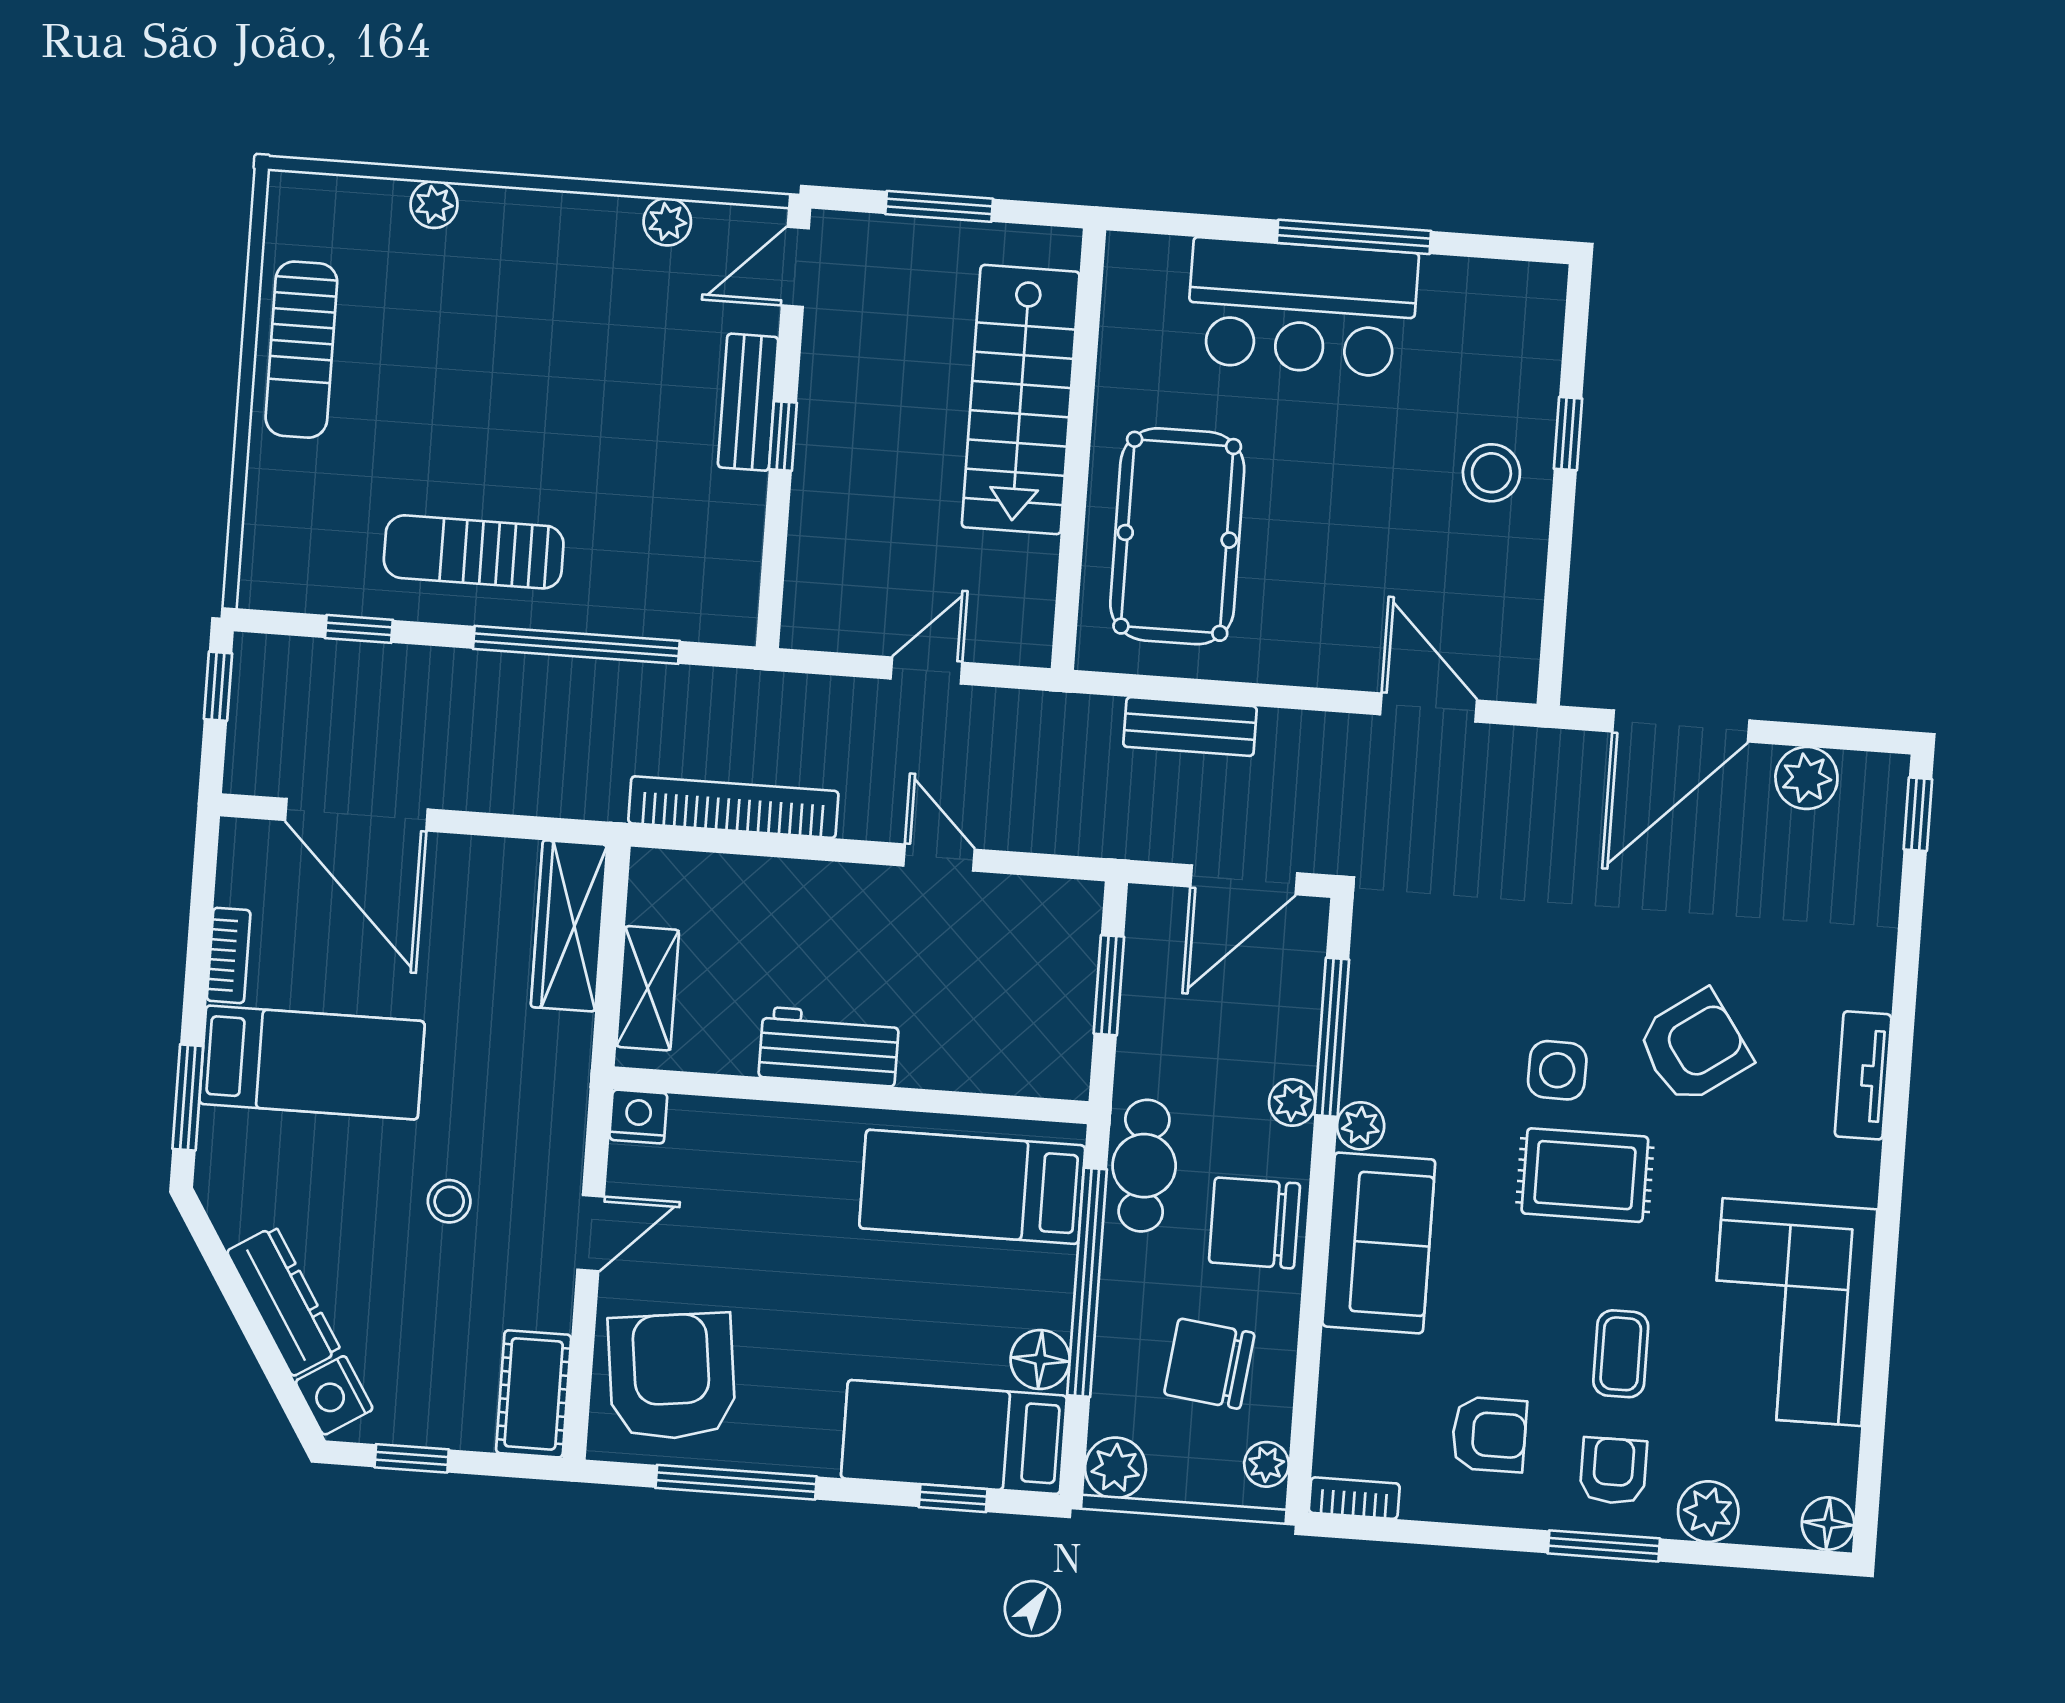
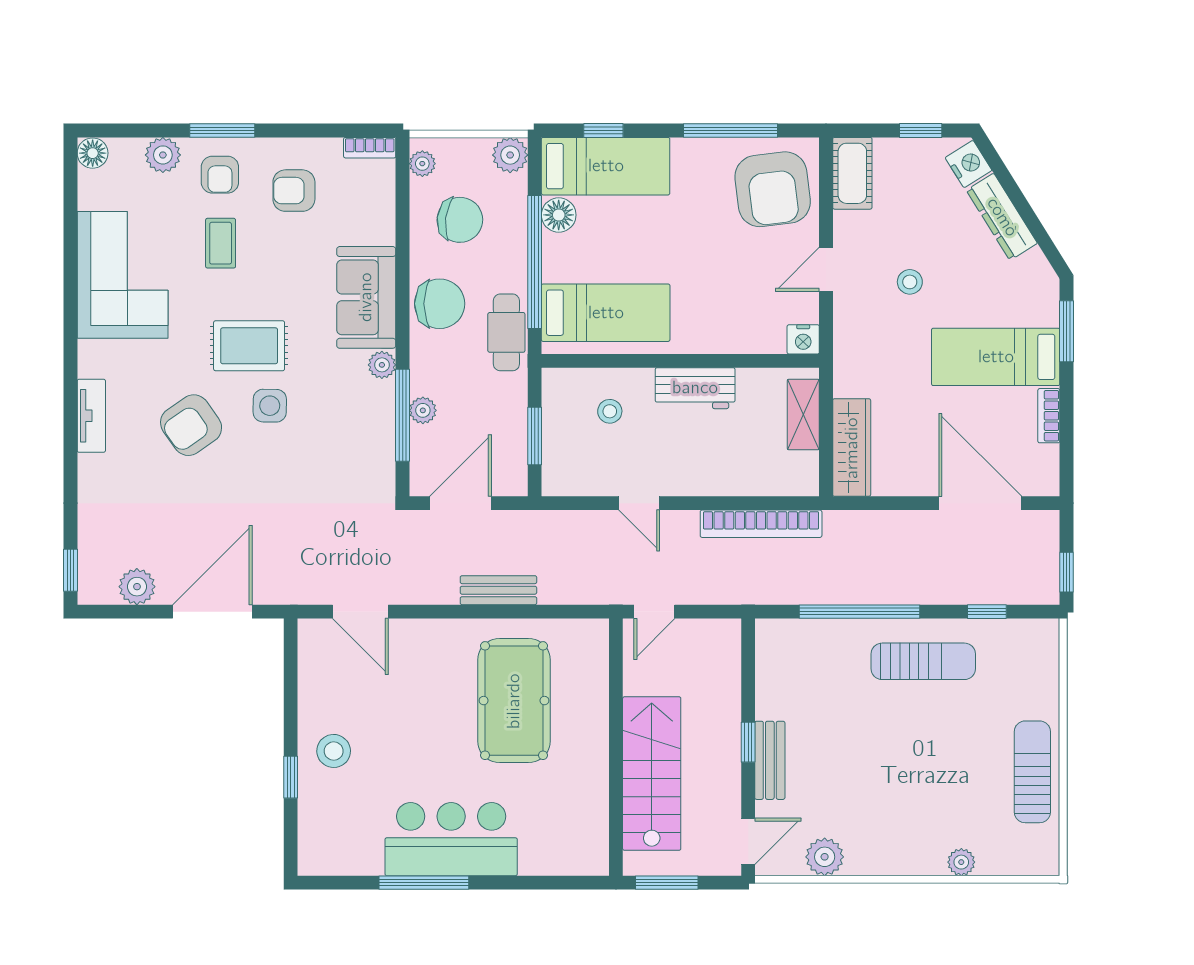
plant: (667, 222) -> (825, 857), width x1.38, depth x1.38
stairs: (1021, 400) -> (652, 774), moved
wall: (1078, 449) -> (616, 747), moved
stool: (977, 1018) -> (610, 411), added
plant: (1292, 1103) -> (423, 410), moved

